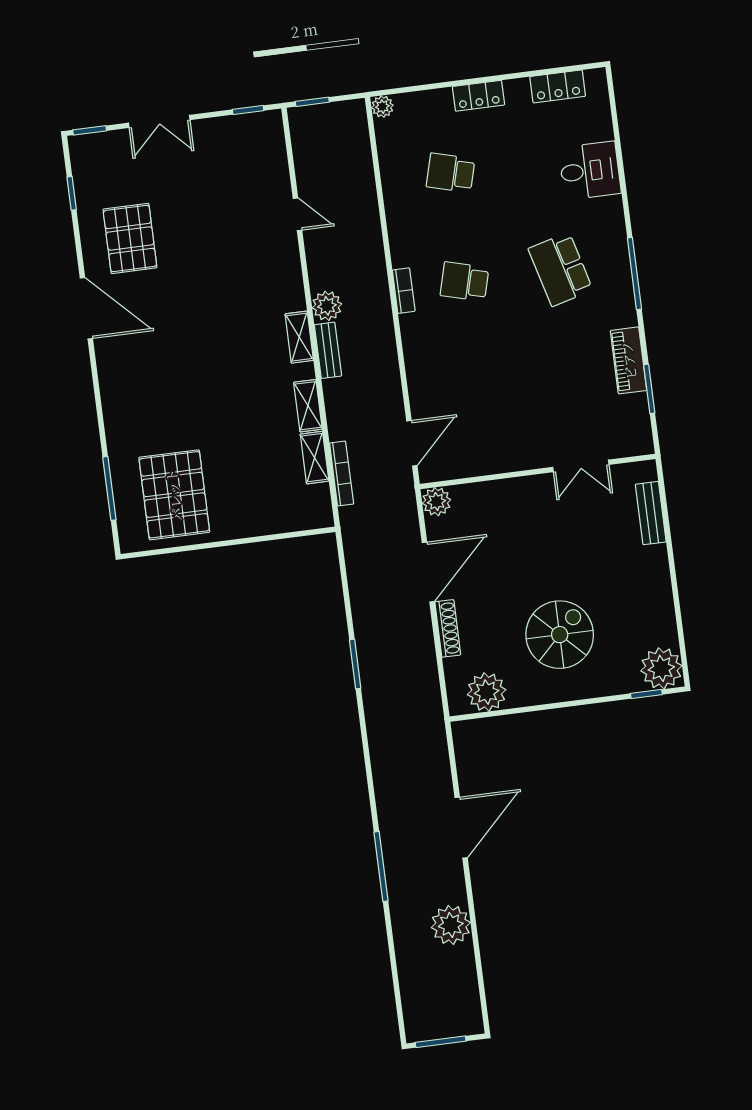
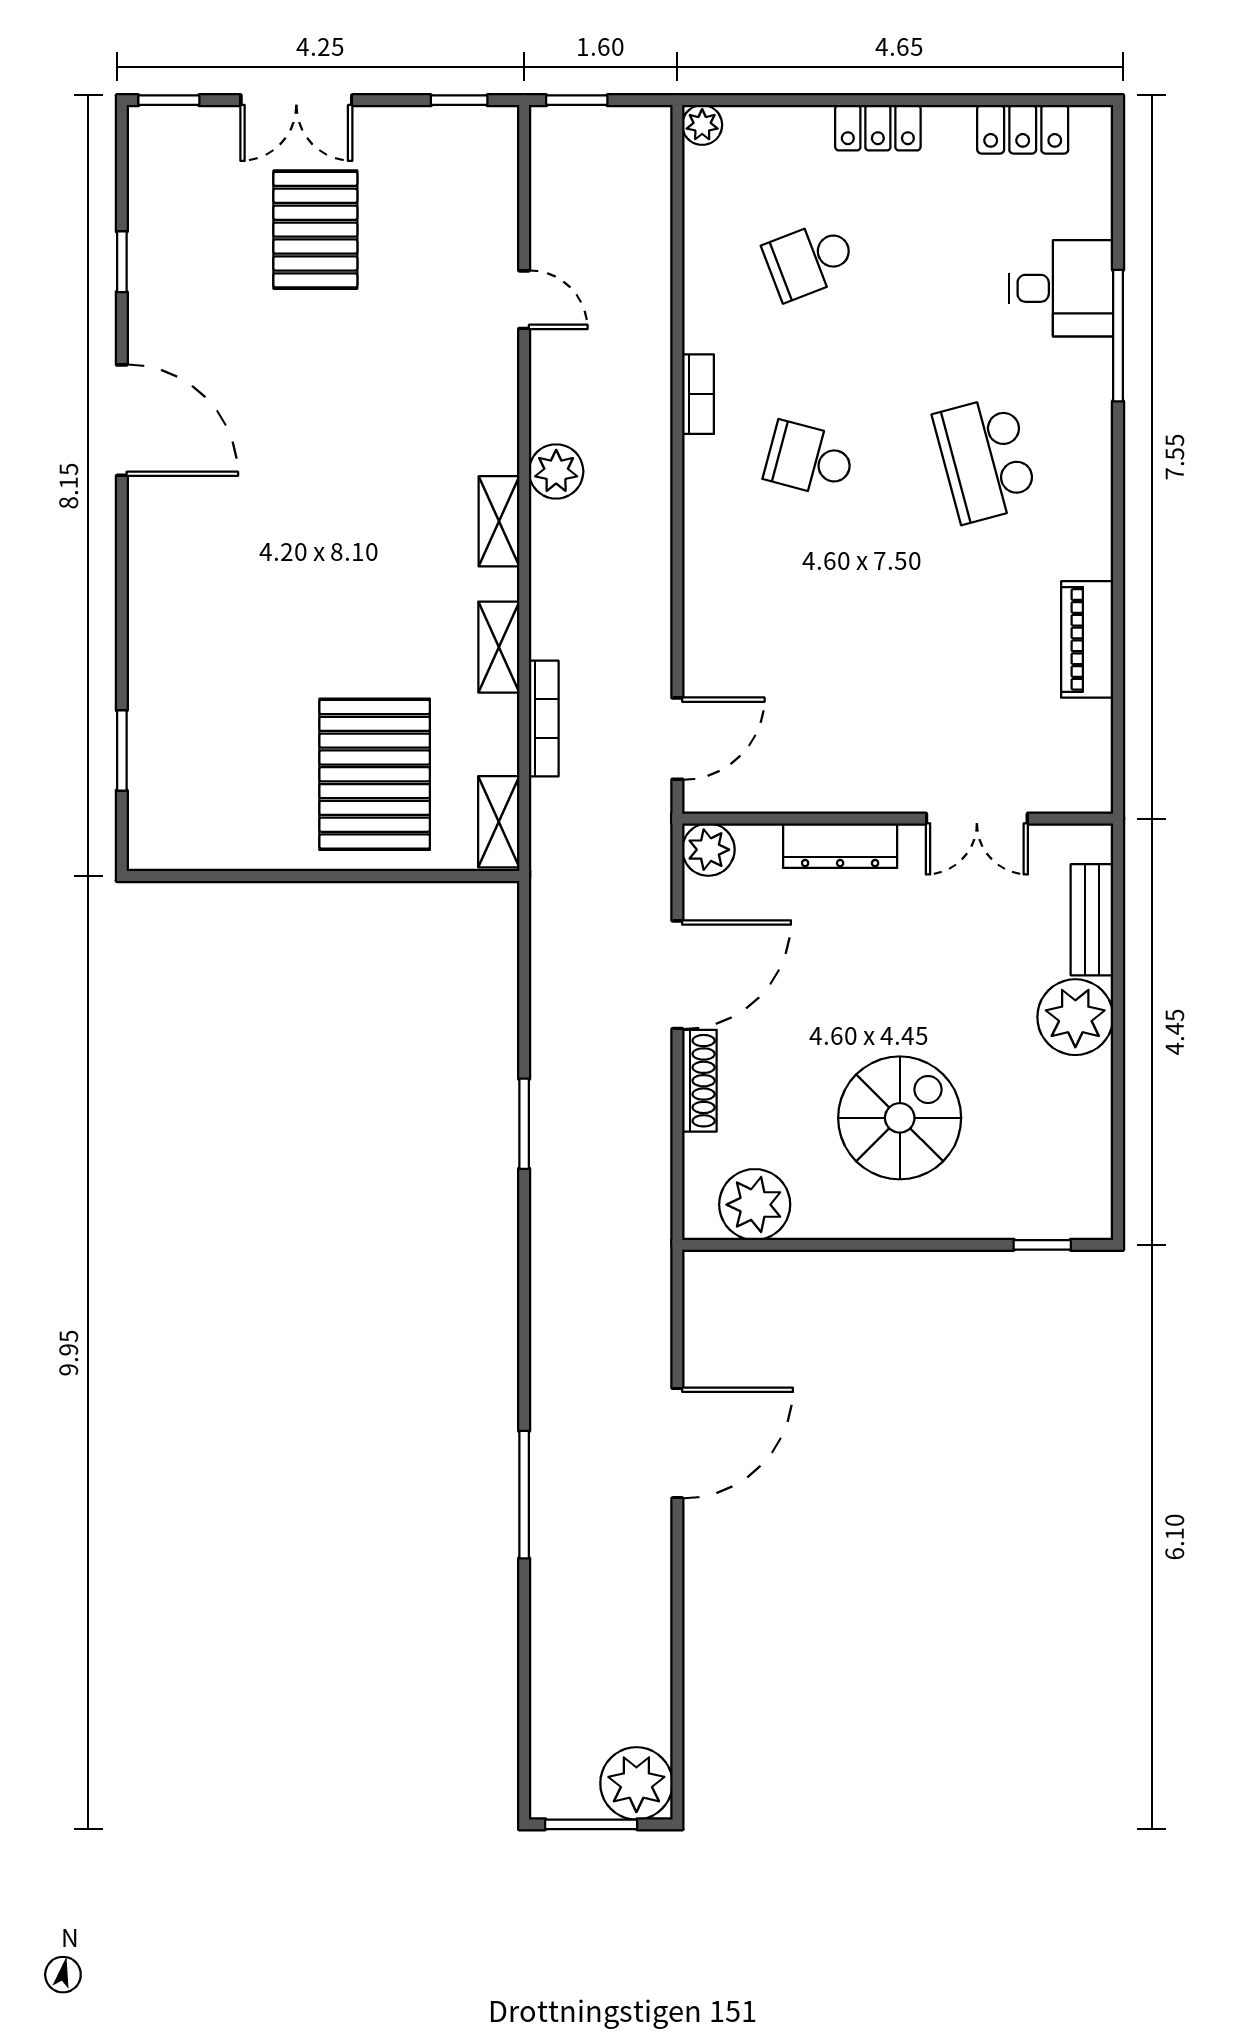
school desk: (451, 173) -> (810, 260), turned -36
window: (72, 193) -> (122, 262), moved
pallet: (130, 238) -> (315, 230), moved
window: (634, 274) -> (1118, 336), moved
bookcase: (404, 291) -> (698, 394), moved
bench: (328, 350) -> (548, 552), removed
window: (649, 389) -> (1118, 696), removed
shelving: (315, 458) -> (499, 822), moved
bookcase: (342, 474) -> (544, 719), moved
window: (109, 488) -> (122, 750), width x0.69
dresser: (508, 490) -> (840, 846), added
pallet: (174, 495) -> (375, 774), moved
plant: (661, 668) -> (1075, 1017), moved
plant: (451, 925) -> (636, 1783), moved

